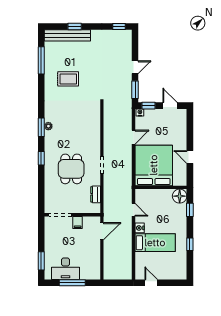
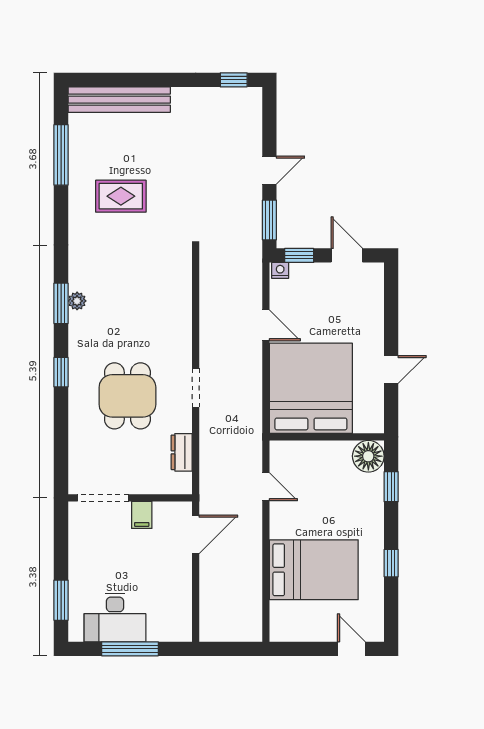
window: (75, 27) -> (135, 80), removed
door: (133, 137) -> (266, 325), hinge flipped
door: (190, 157) -> (391, 370), swing flipped
nightstand: (140, 228) -> (279, 527), removed
bed: (155, 243) -> (314, 570), width x1.50
door: (151, 283) -> (351, 649), moved

